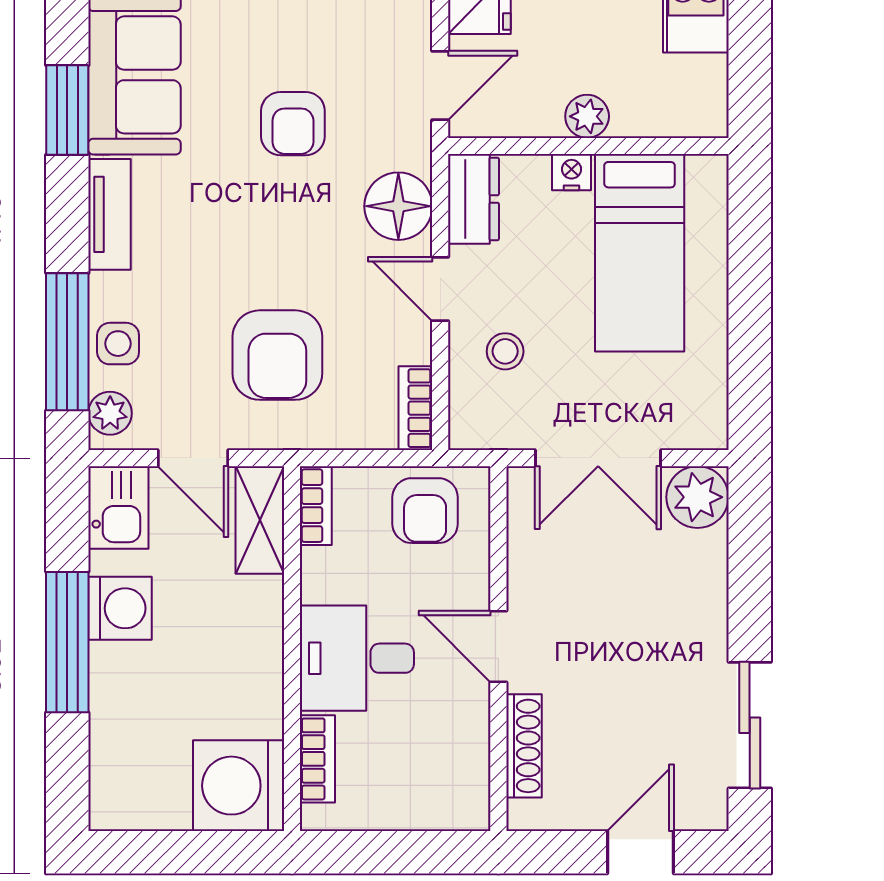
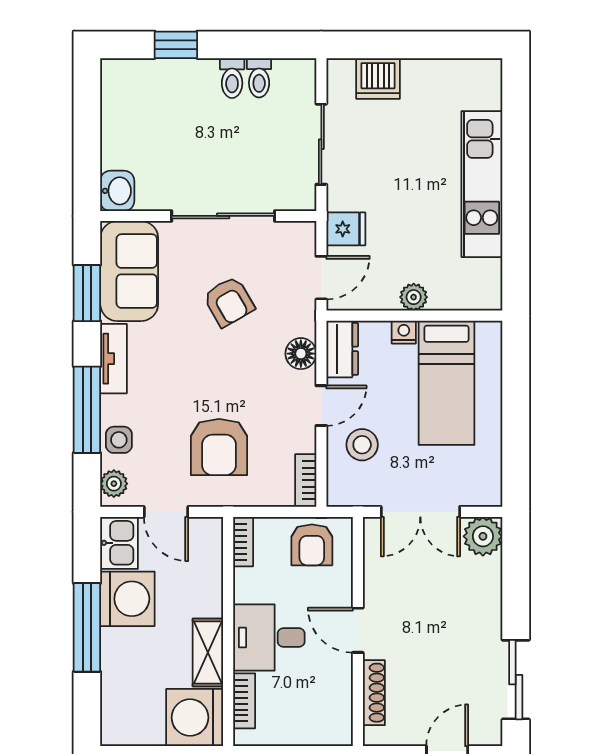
armchair: (293, 124) -> (229, 302), turned -30
floor lamp: (398, 206) -> (301, 354), width x0.73, depth x0.73
door: (440, 289) -> (321, 406), swing flipped
window: (67, 342) -> (87, 410), moved
stool: (505, 351) -> (362, 445), width x1.37, depth x1.37
shelving: (260, 520) -> (208, 652), moved
washing machine: (120, 608) -> (127, 599), width x1.37, depth x1.37

